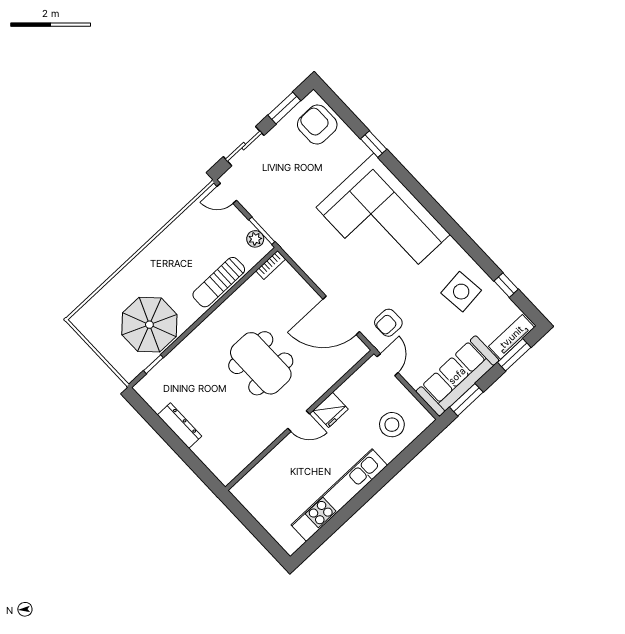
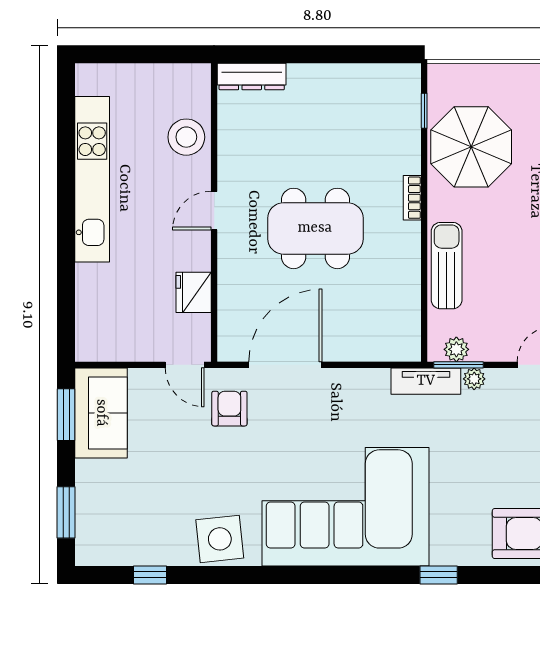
plant: (261, 217) -> (474, 379), added
bookcase: (271, 265) -> (412, 198), moved
side table: (461, 292) -> (220, 539), moved
tv unit: (512, 337) -> (426, 381), moved, turned 90
sofa: (457, 376) -> (101, 413), width x0.73
fridge: (331, 410) -> (194, 292), moved
stool: (392, 425) -> (186, 137), moved
dresser: (179, 426) -> (252, 76), moved

